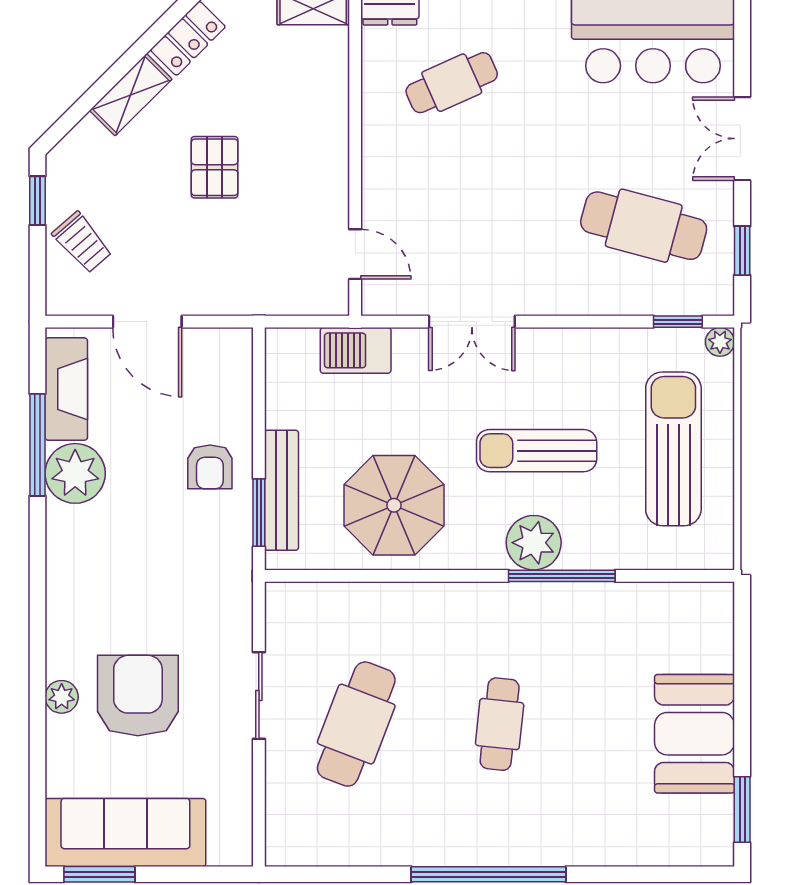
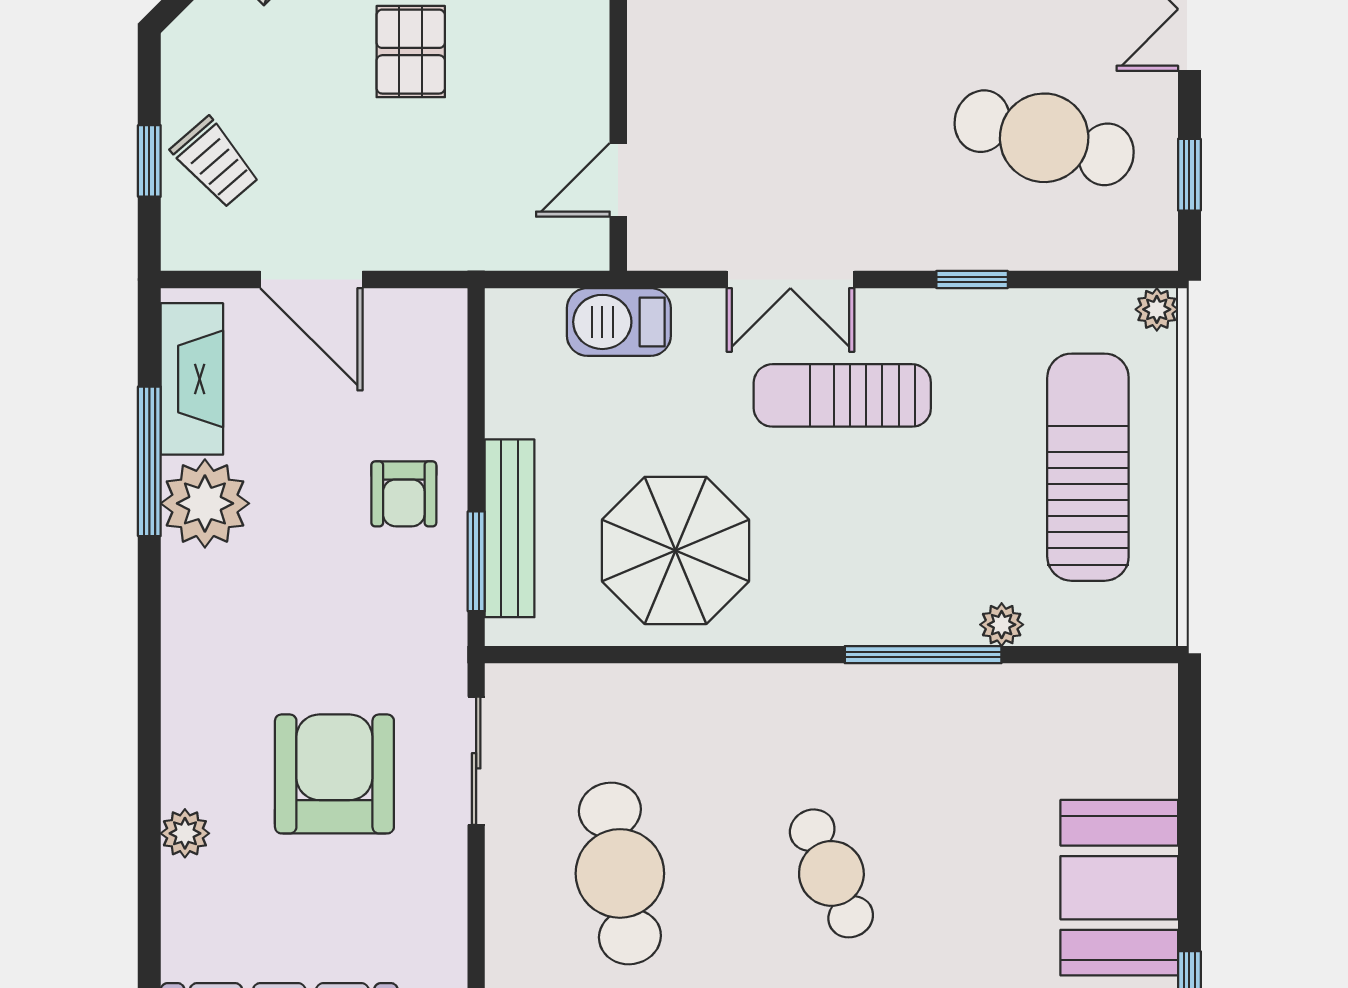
window: (37, 201) -> (149, 161), moved
door: (355, 254) -> (618, 180), swing flipped
window: (678, 322) -> (972, 280), moved
sun lounger: (537, 451) -> (842, 395), moved
plant: (534, 543) -> (1002, 625), moved, width x0.53, depth x0.53
armchair: (138, 696) -> (334, 774), moved
sliding door: (259, 696) -> (476, 761), moved
cafe table: (356, 724) -> (620, 873), turned -30
cafe table: (500, 724) -> (831, 873), turned -30

